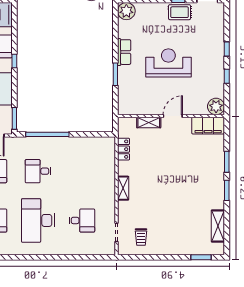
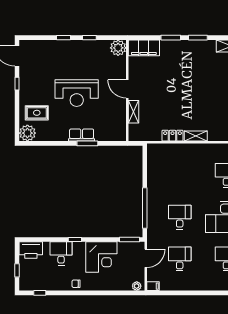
rug: (180, 12) -> (37, 113), moved, turned 90
row of seats: (124, 52) -> (82, 135), moved
reception desk: (168, 63) -> (77, 93), turned -90
filing cabinet: (208, 126) -> (144, 48), moved, turned 90
locker: (124, 149) -> (173, 136), moved
desk: (38, 171) -> (180, 217), turned 180

